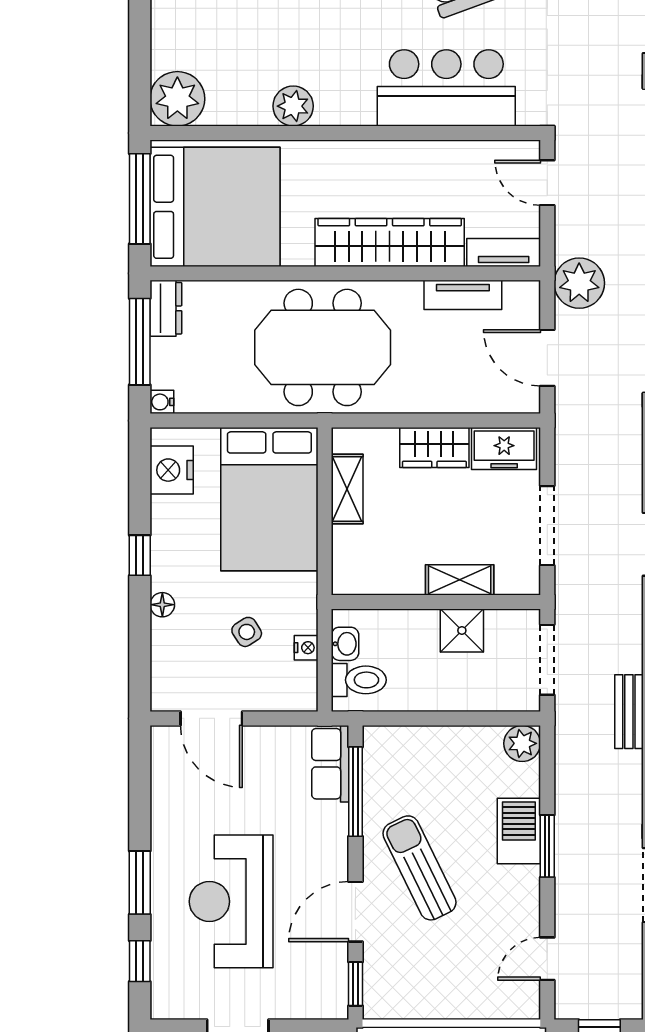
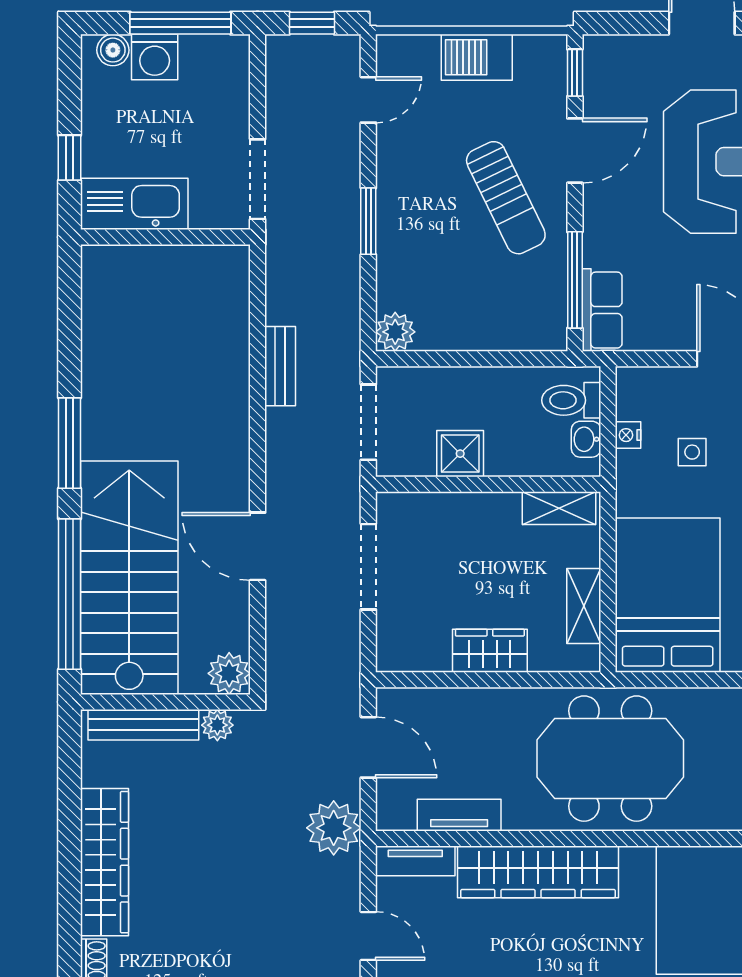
freezer: (504, 448) -> (415, 650), removed
shelving: (460, 580) -> (559, 508), moved
side table: (247, 632) -> (692, 452), turned 32
barbecue: (519, 831) -> (477, 57), moved, turned 90

